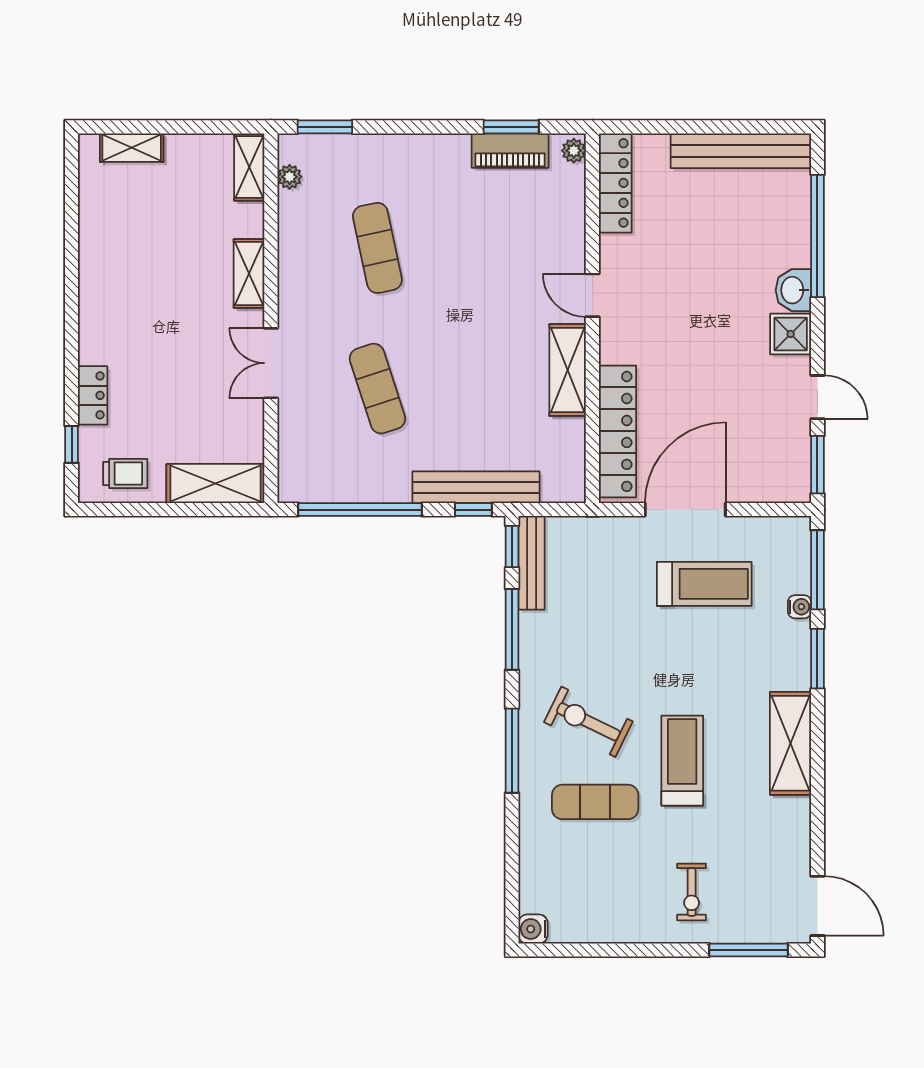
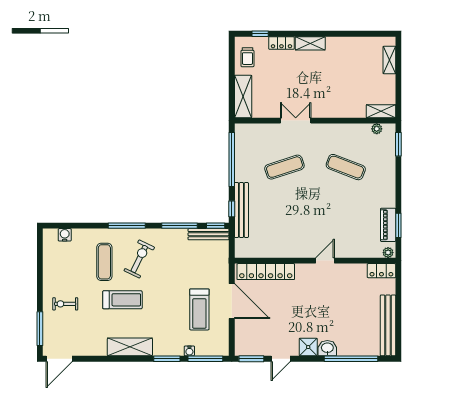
locker: (615, 183) -> (381, 271), width x0.66
exercise mat: (377, 248) -> (346, 167), turned 33
shelving: (249, 274) -> (310, 43), moved
shelving: (568, 370) -> (293, 250), removed
water cooler: (533, 929) -> (65, 235), moved

